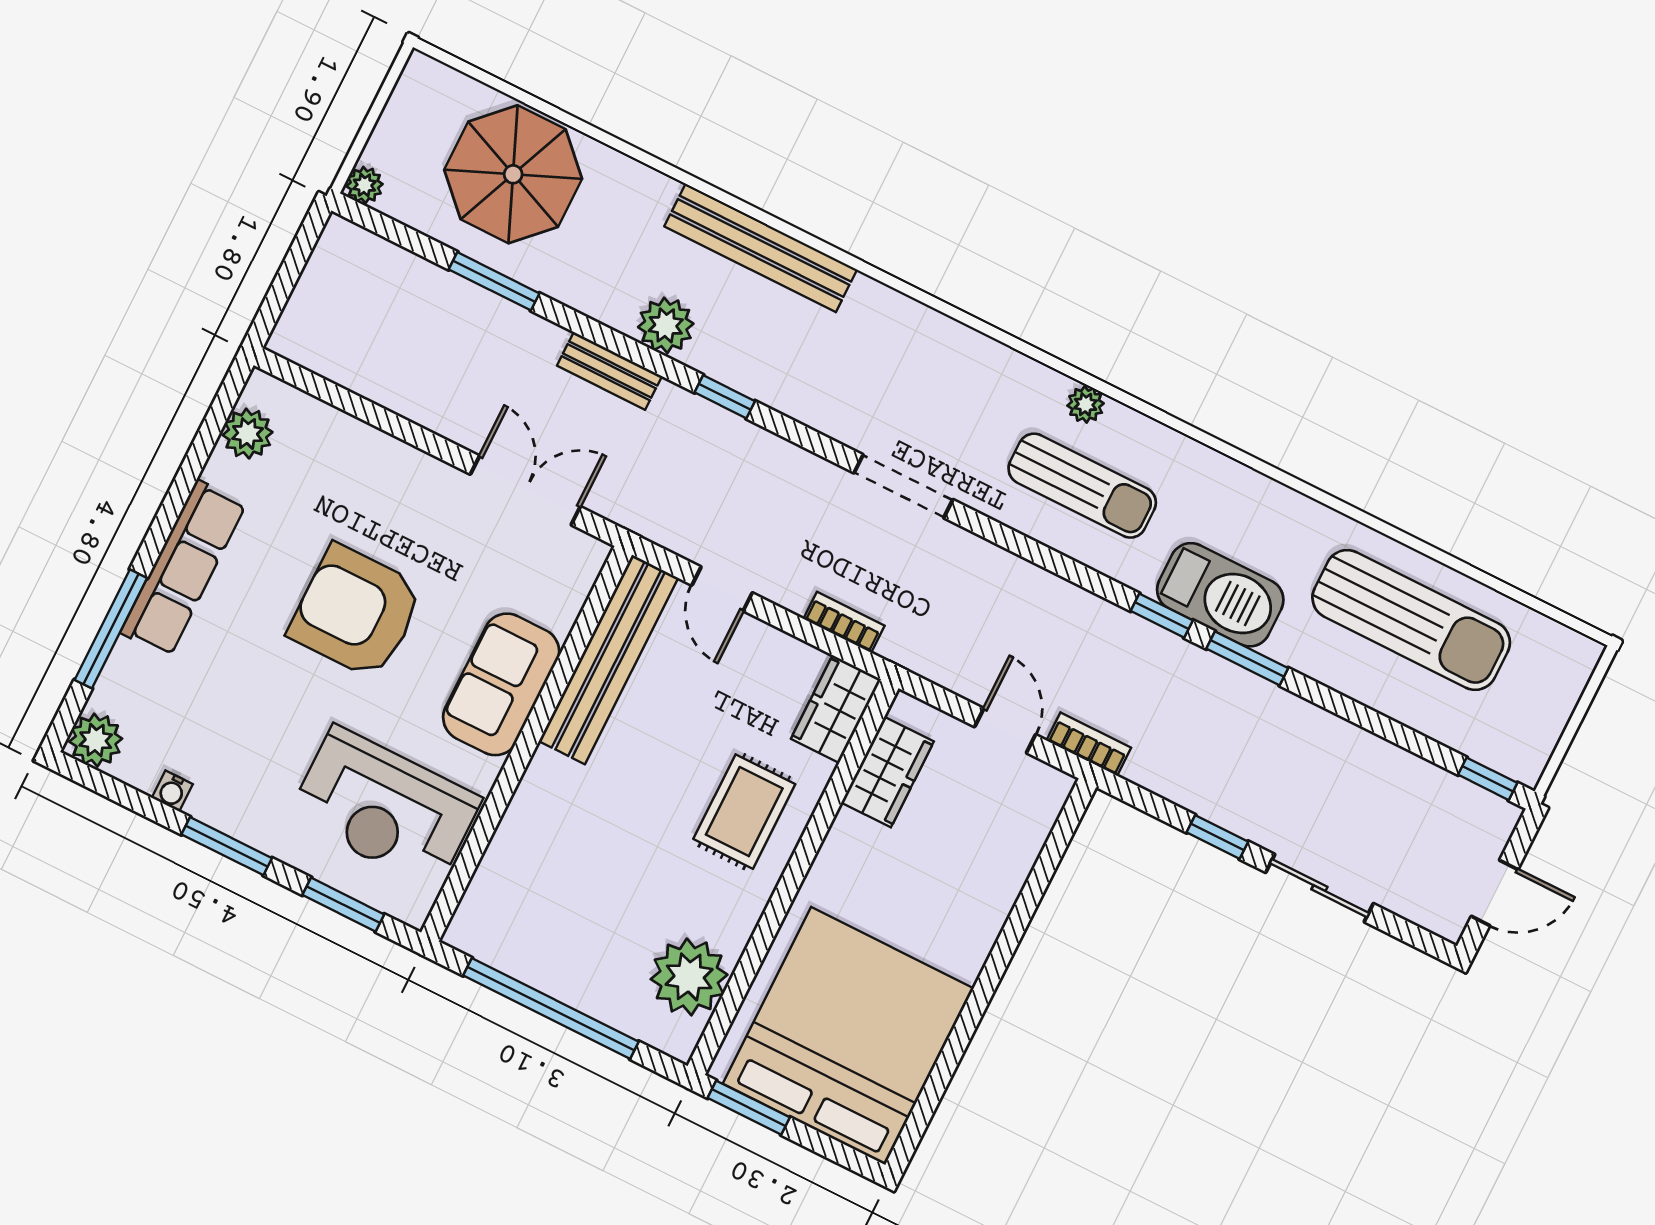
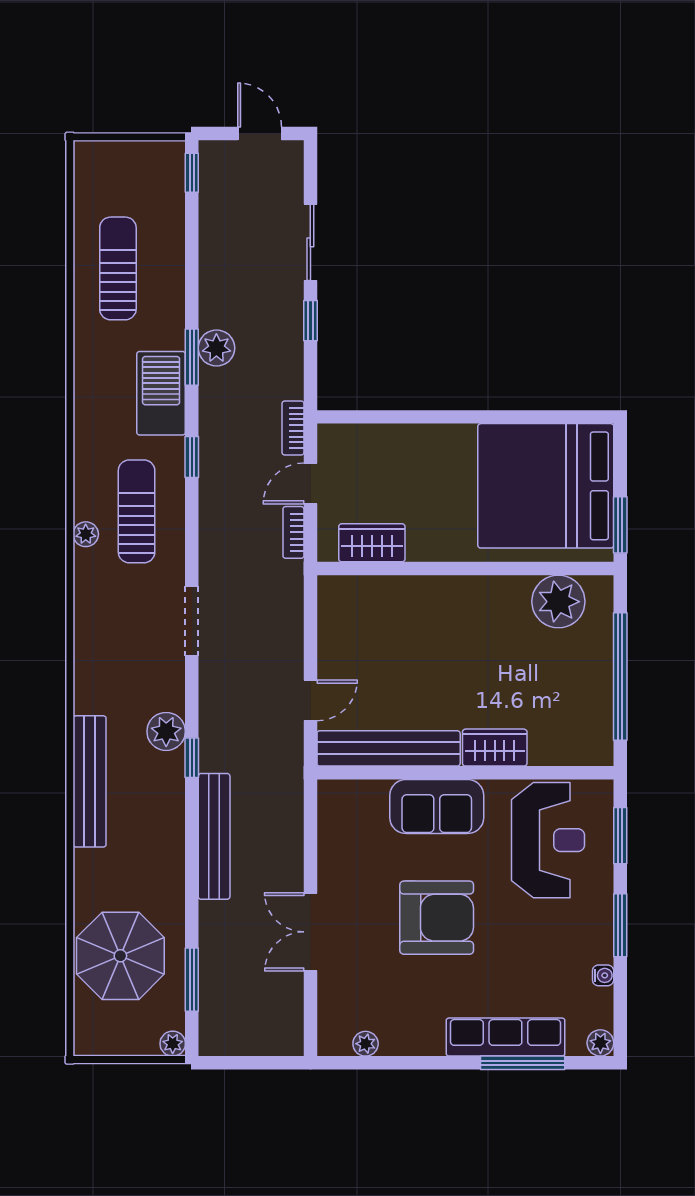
window: (494, 281) -> (192, 980), moved
plant: (666, 325) -> (166, 731), moved
bench: (609, 371) -> (214, 836), width x1.86, depth x1.21
plant: (248, 434) -> (366, 1044), width x0.73, depth x0.73
double door: (525, 490) -> (310, 932), moved
row of seats: (183, 568) -> (505, 1037), moved
armchair: (356, 612) -> (437, 918), turned -90
window: (1162, 616) -> (192, 457), moved
sun lounger: (1411, 620) -> (118, 268), width x0.73, depth x0.75
bookcase: (844, 622) -> (293, 532), moved
plant: (1243, 697) -> (216, 348), added
wardrobe: (836, 709) -> (495, 748), moved, turned 180
plant: (96, 740) -> (600, 1043), width x0.73, depth x0.73
rug: (744, 812) -> (440, 618), removed

